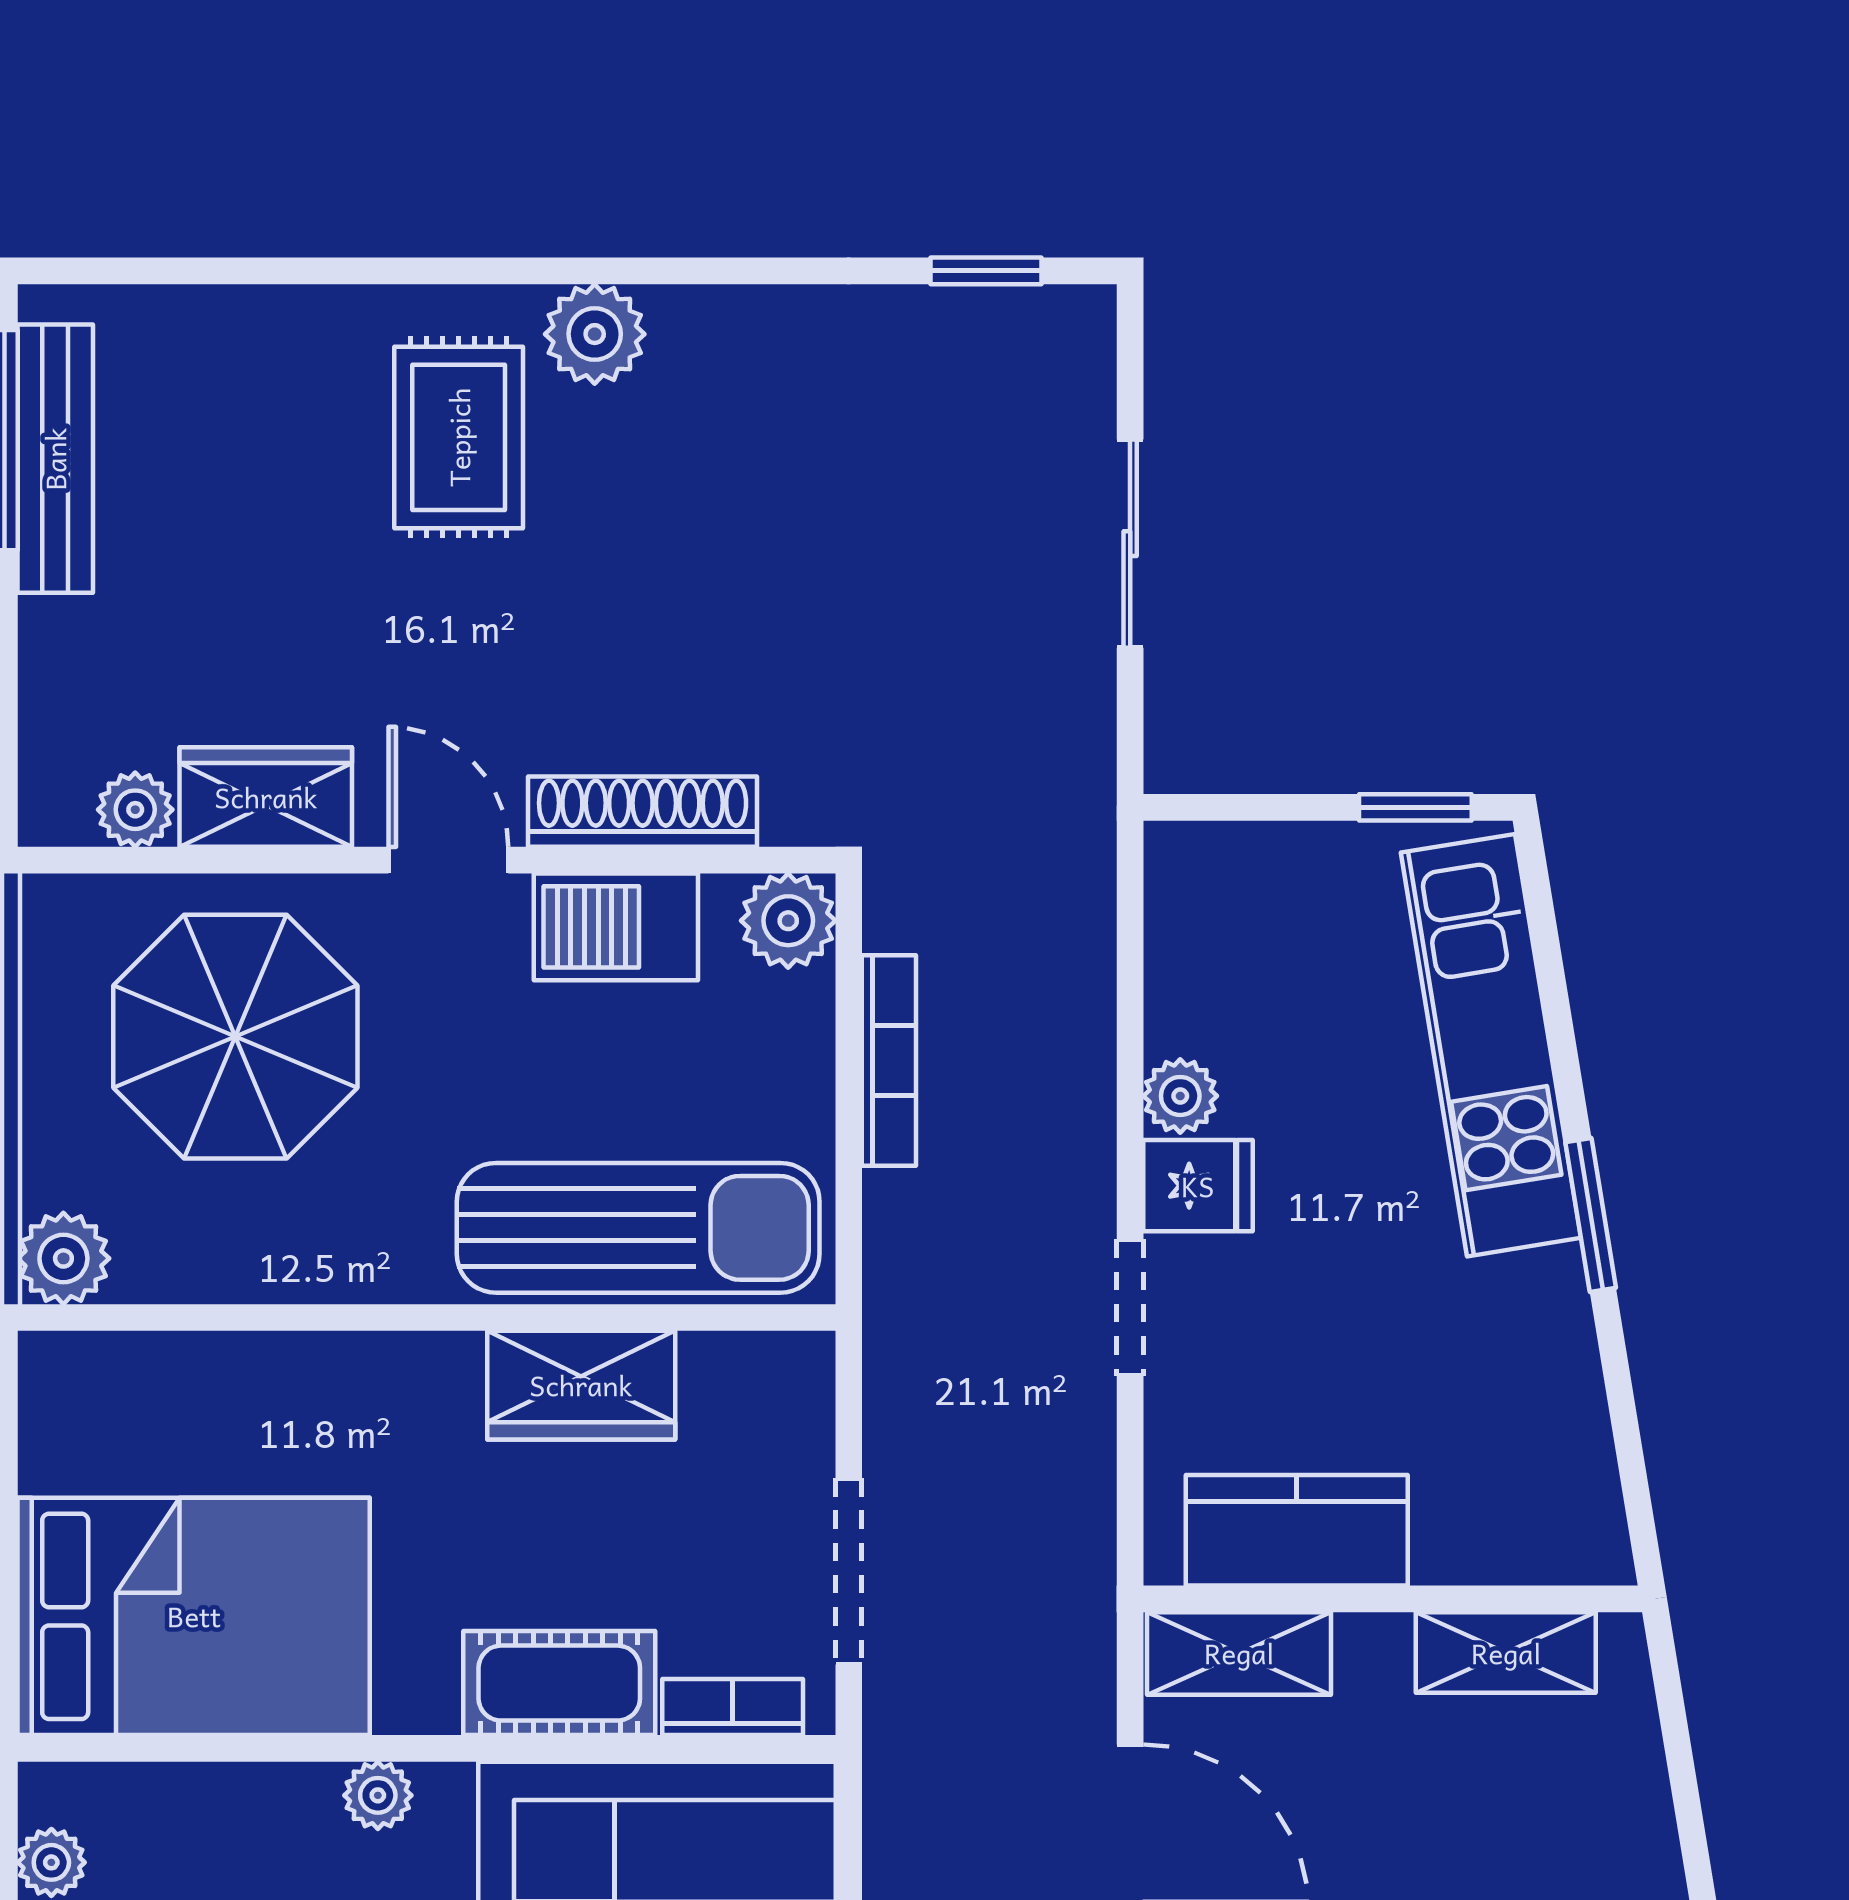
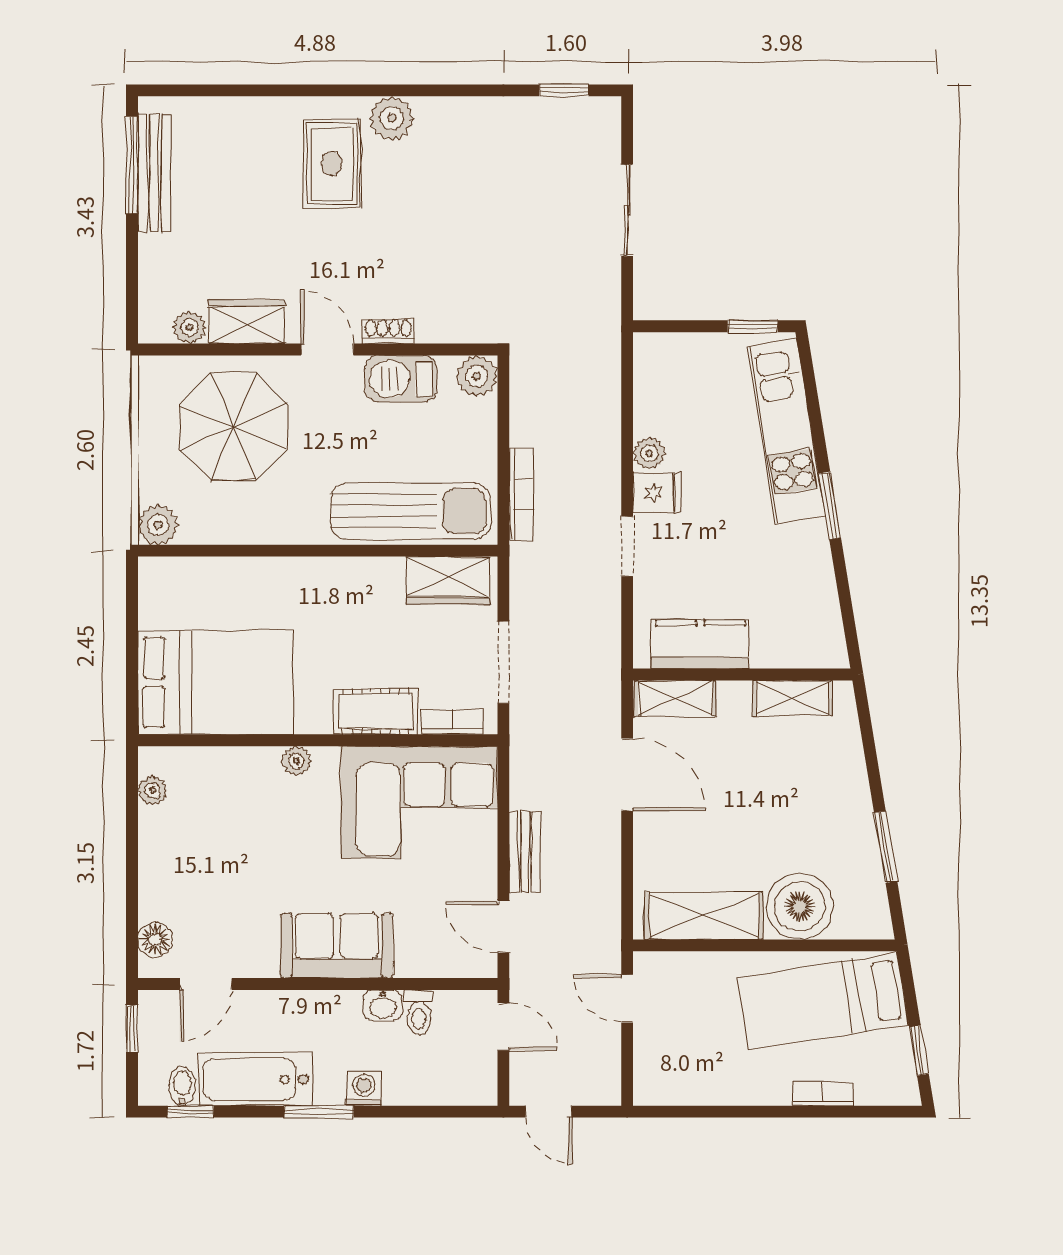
shoe rack: (643, 812) -> (388, 331), width x0.51, depth x0.81
bookcase: (889, 1061) -> (521, 494), moved
wardrobe: (581, 1385) -> (448, 580), moved

